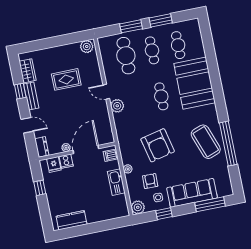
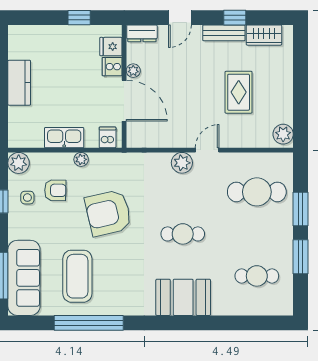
cafe table: (152, 50) -> (257, 234), removed
booth: (195, 83) -> (183, 297), width x0.73, depth x0.70
coffee table: (206, 142) -> (77, 276), moved, turned -70
sofa: (192, 193) -> (24, 278), moved
kitchen counter: (72, 220) -> (19, 83), moved

